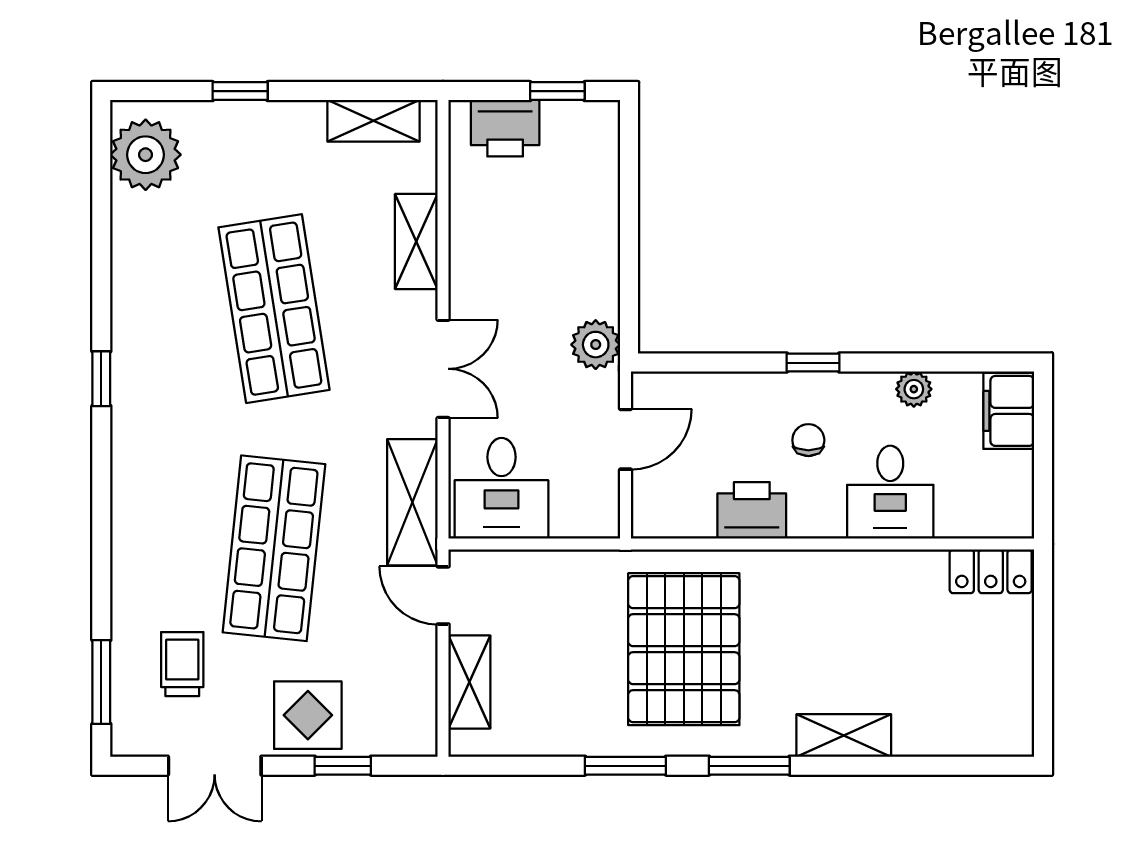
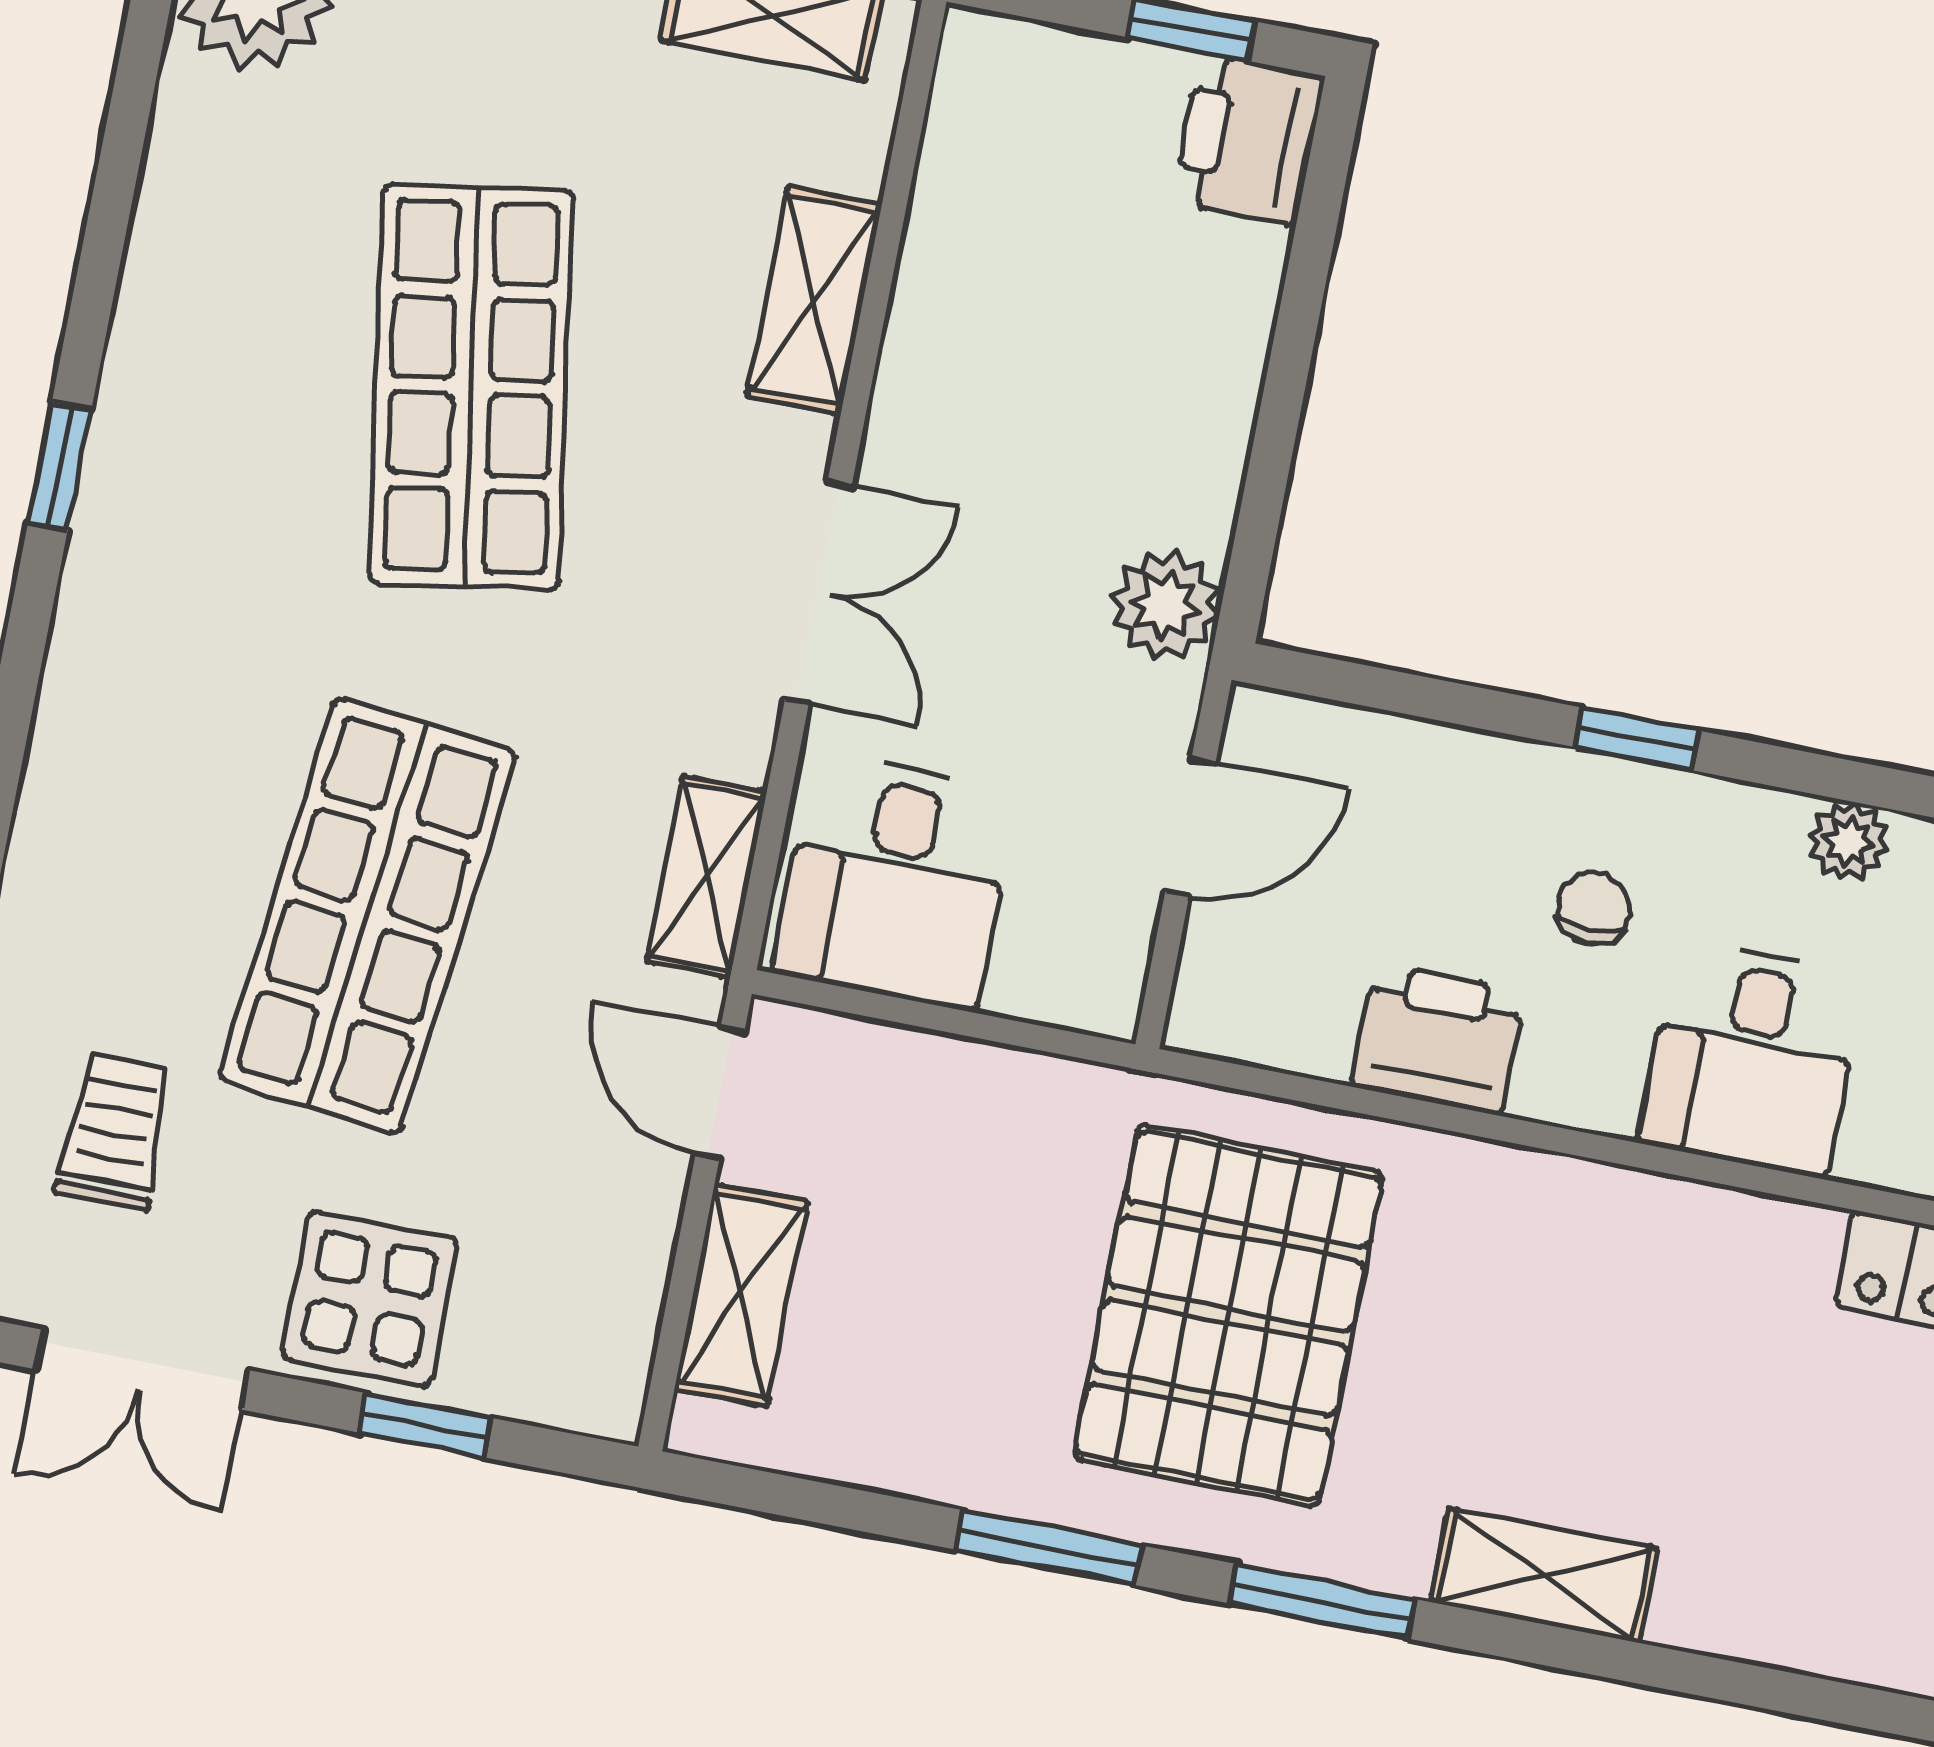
printer: (505, 128) -> (1248, 139), moved, turned 90
shelving: (412, 502) -> (707, 877), width x0.67, depth x0.75

